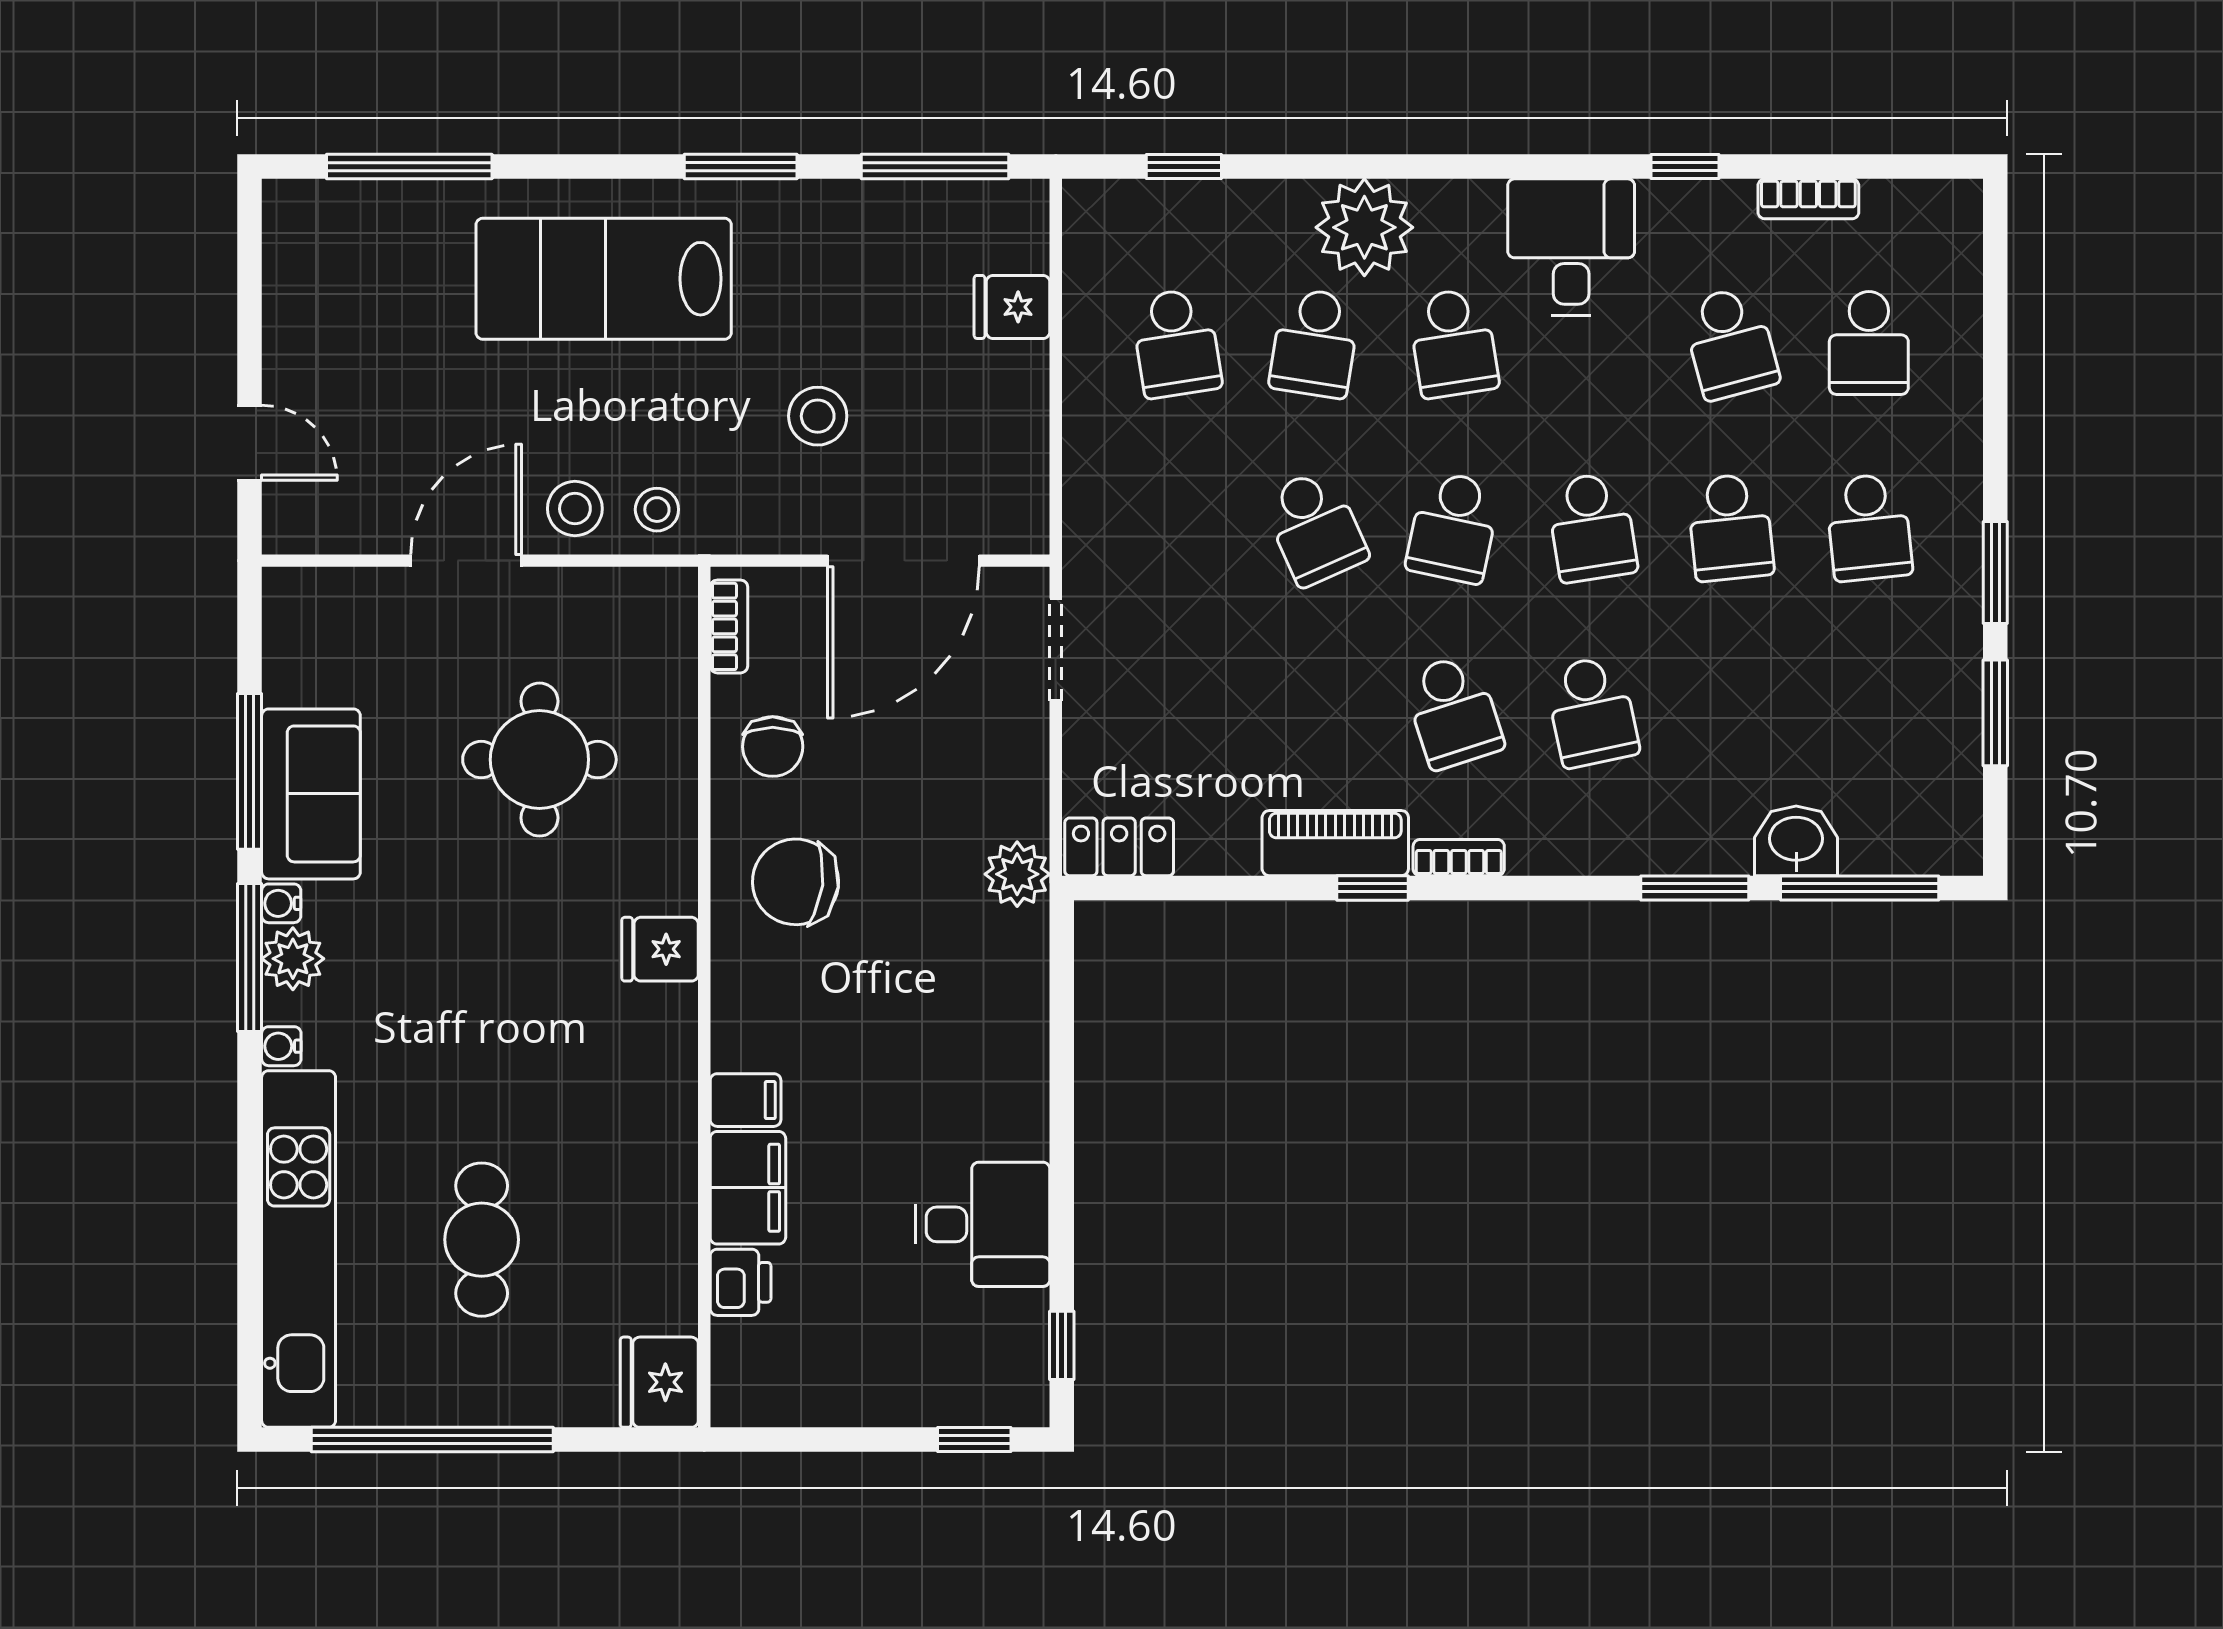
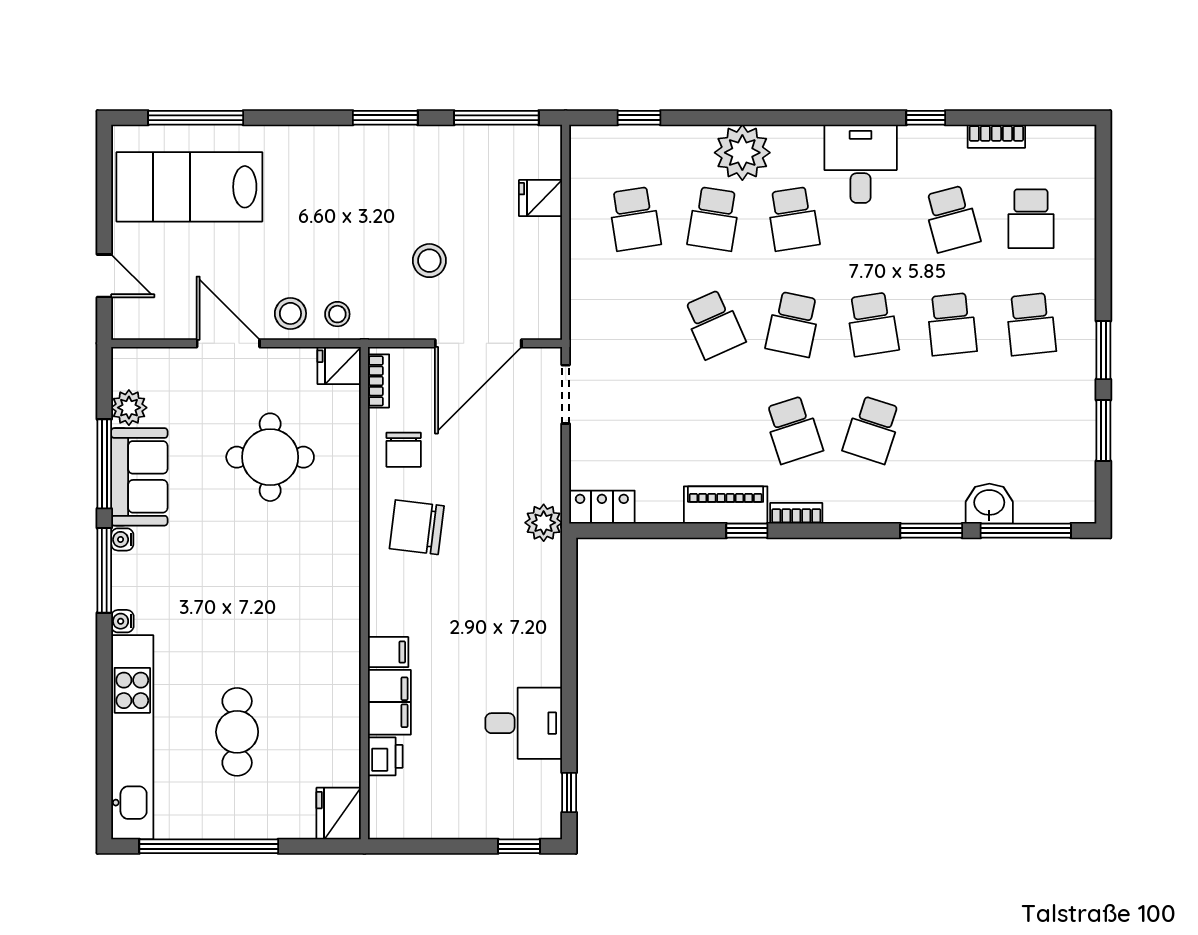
lab bench: (604, 279) -> (189, 187), moved
door: (466, 561) -> (228, 343), hinge flipped
school desk: (1592, 712) -> (872, 430), turned 30
fridge: (660, 949) -> (339, 366), moved
plant: (293, 959) -> (129, 408), moved

